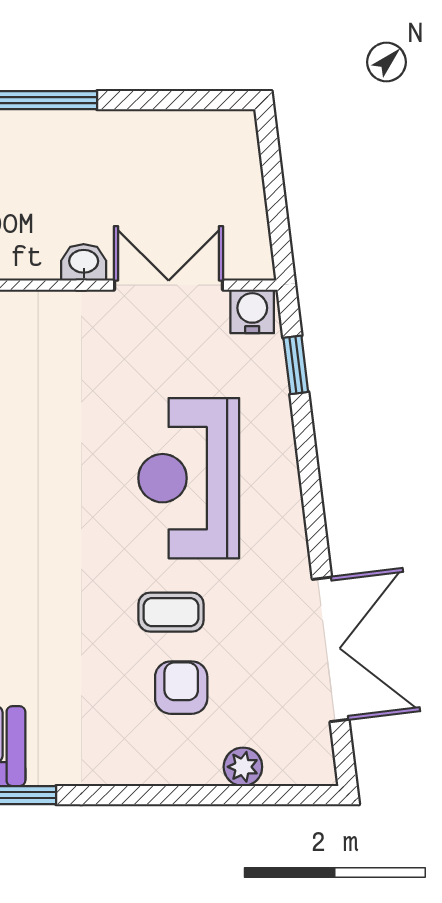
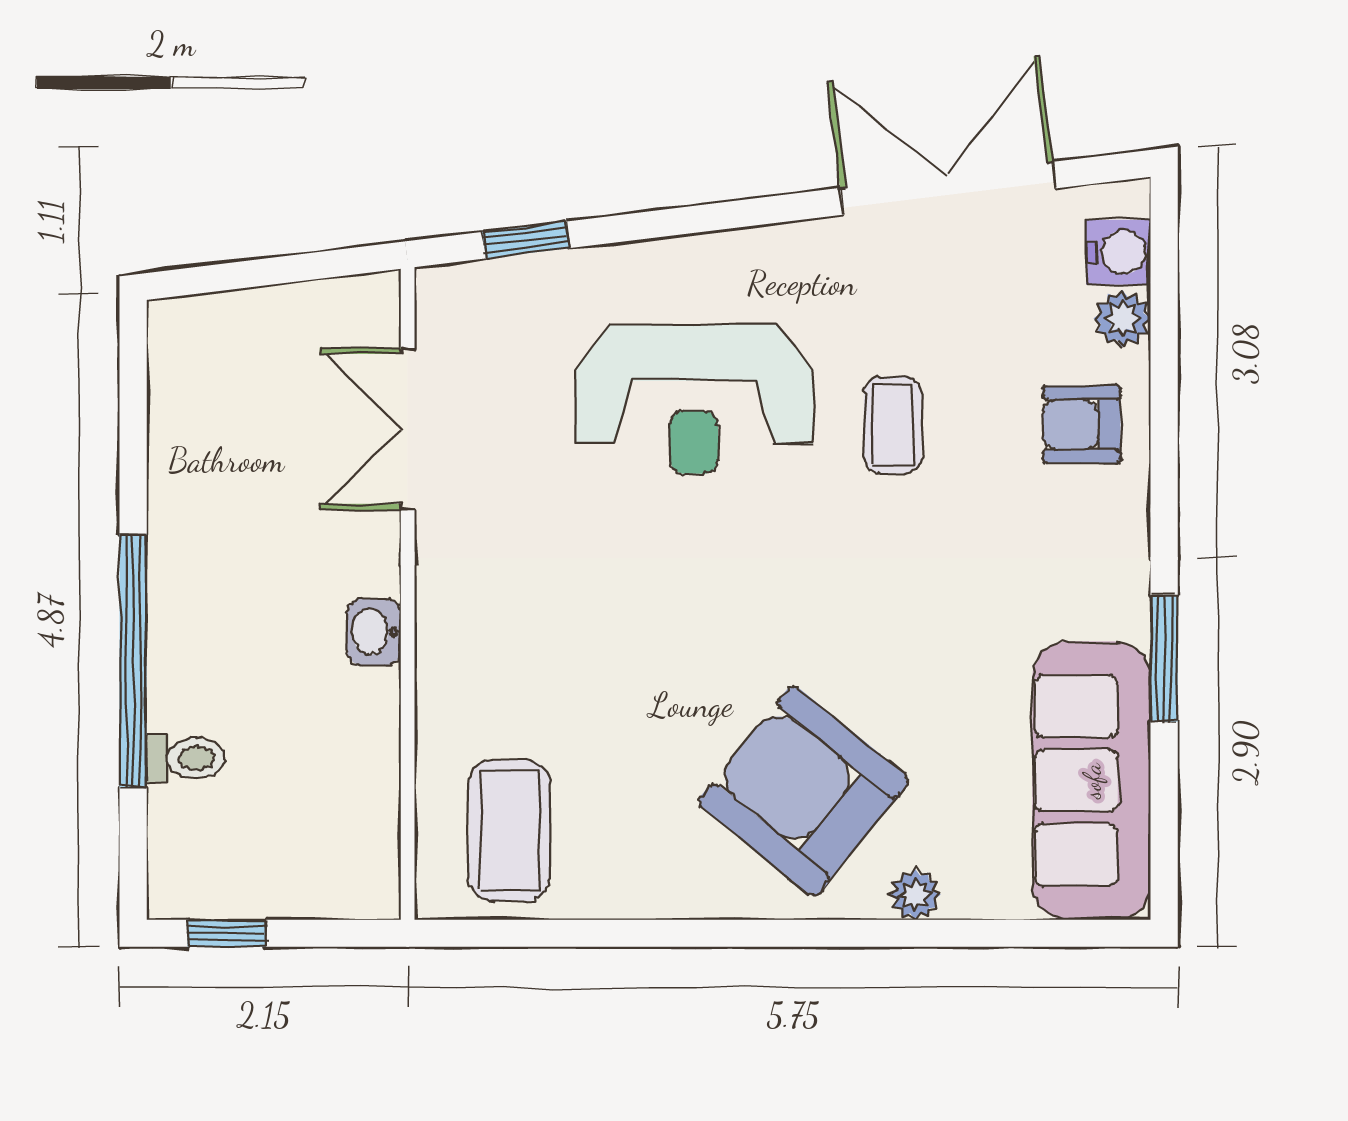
washbasin: (84, 262) -> (374, 632), moved
water cooler: (252, 311) -> (1118, 252), moved, turned 180
armchair: (181, 688) -> (1081, 425), moved

